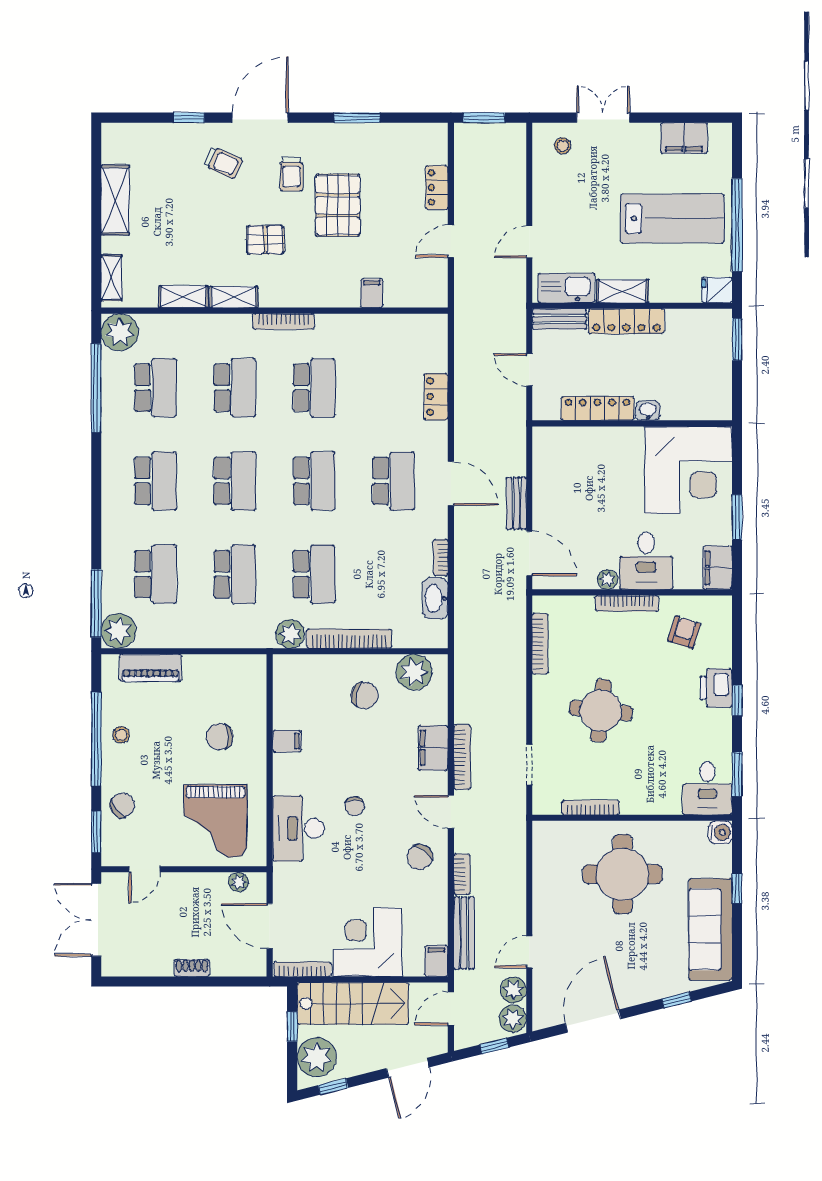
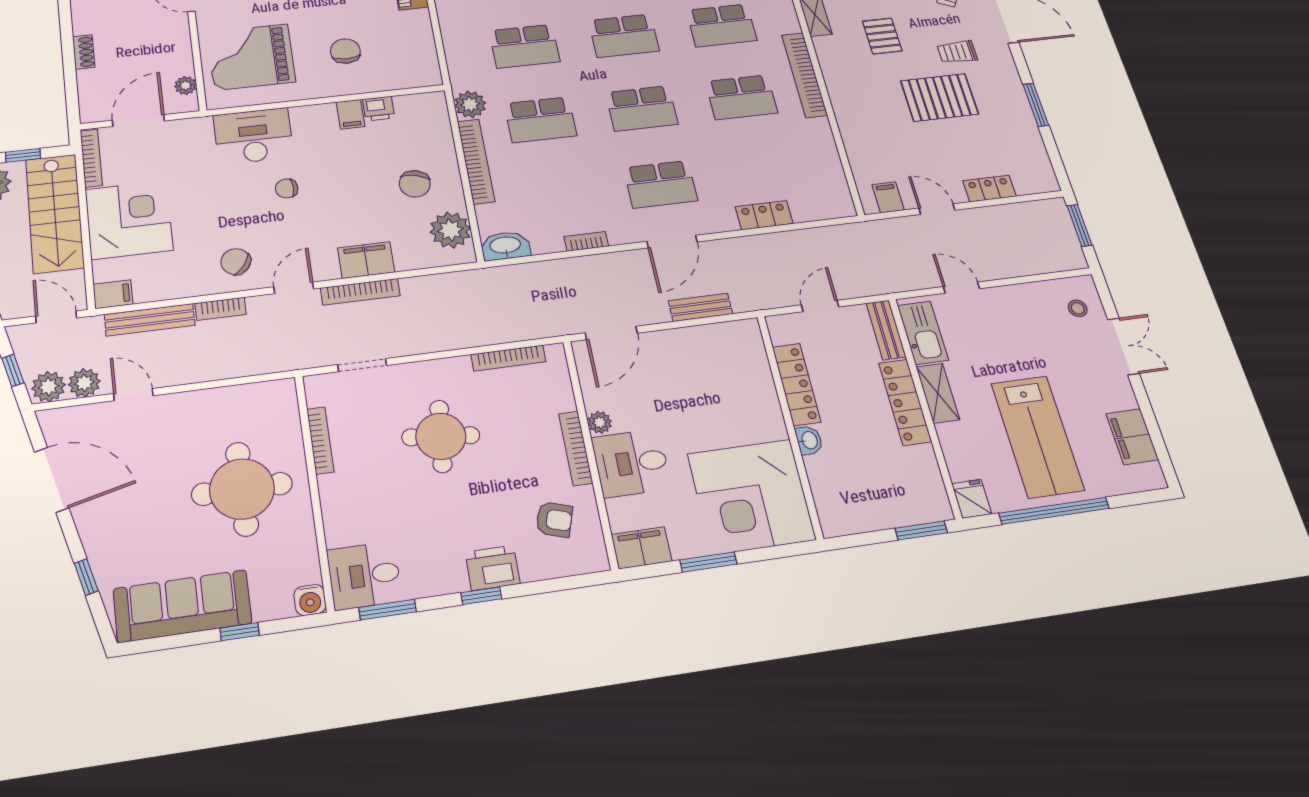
filing cabinet: (372, 293) -> (888, 197), moved, turned -90
bookcase: (283, 321) -> (804, 75), width x1.48, depth x1.31
bench: (516, 503) -> (700, 307), moved
washbasin: (435, 598) -> (505, 246), moved
printer: (284, 716) -> (379, 109), added

